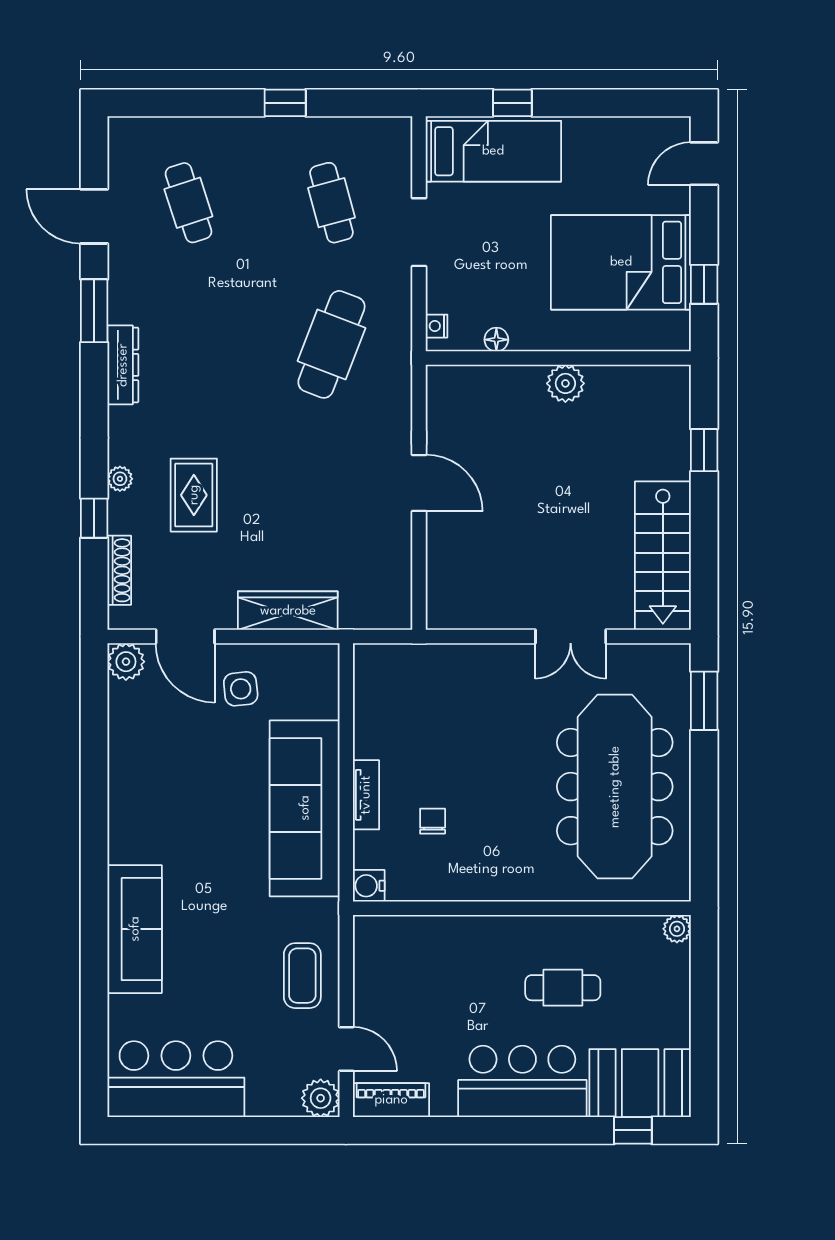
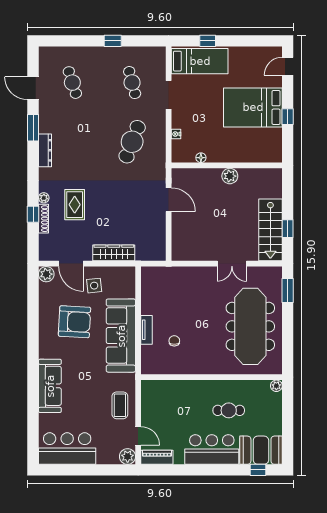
floor lamp: (496, 340) -> (201, 158), moved
wall: (558, 358) -> (227, 165), moved
plant: (565, 383) -> (230, 176), moved
window: (704, 450) -> (288, 229), moved
shoe rack: (119, 570) -> (43, 219), moved
armchair: (194, 775) -> (75, 322), added
water cooler: (369, 886) -> (148, 368), removed

